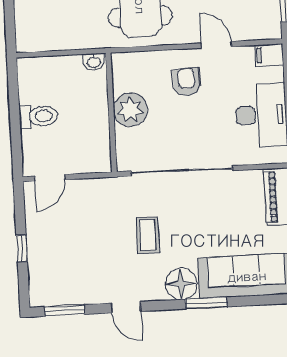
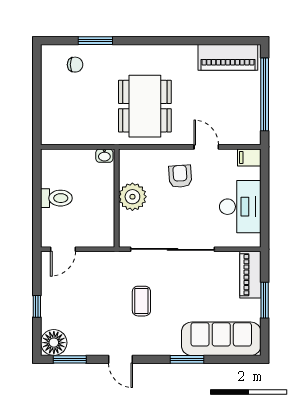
floor lamp: (181, 284) -> (54, 343), moved

